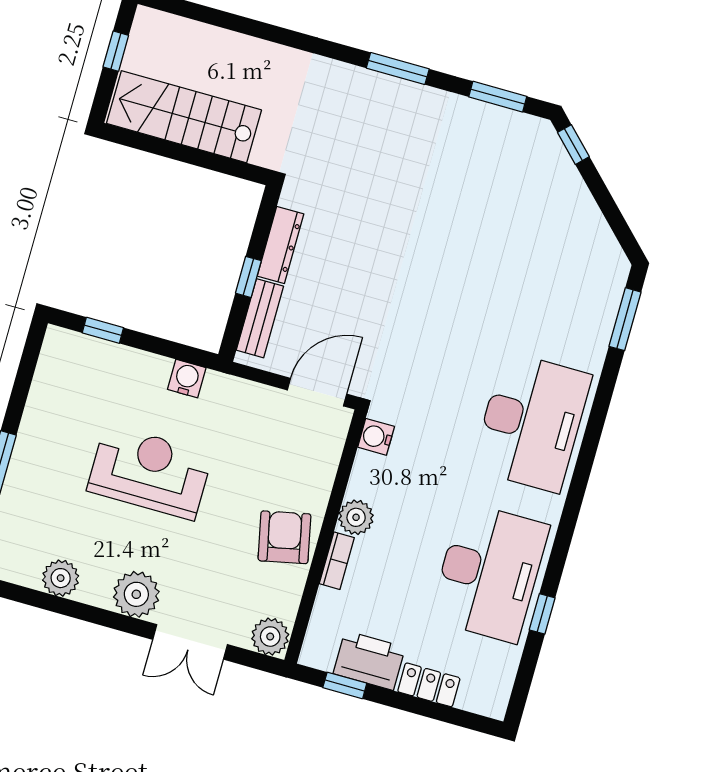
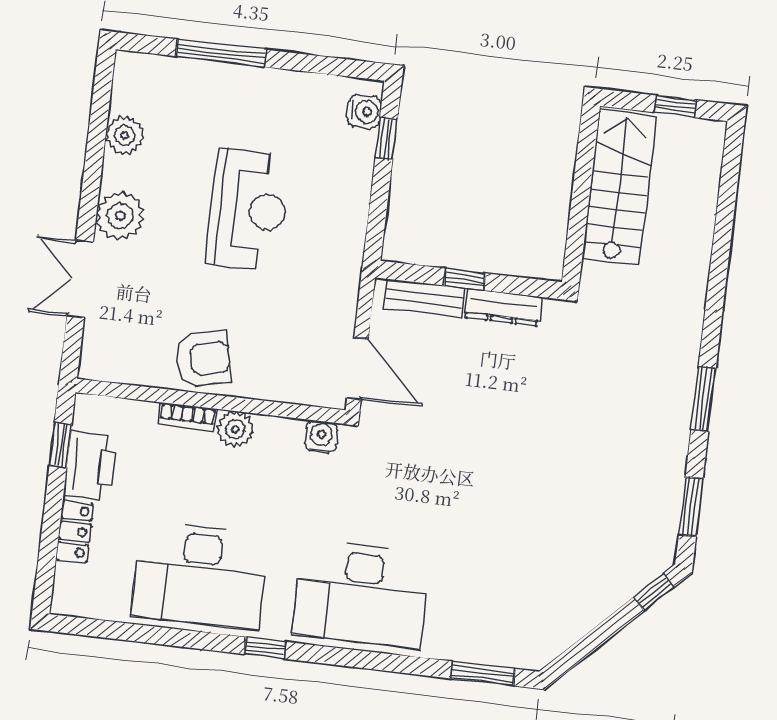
water cooler: (187, 379) -> (364, 112), moved
window: (542, 614) -> (265, 648), moved
plant: (270, 637) -> (99, 360), removed

